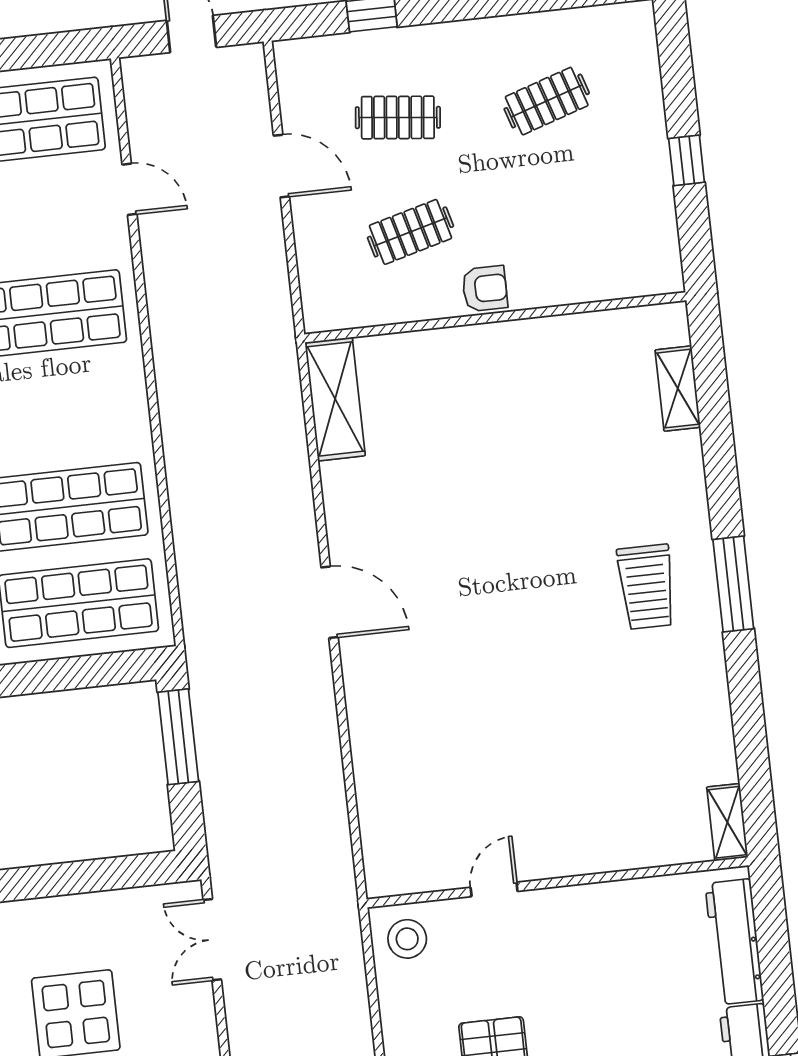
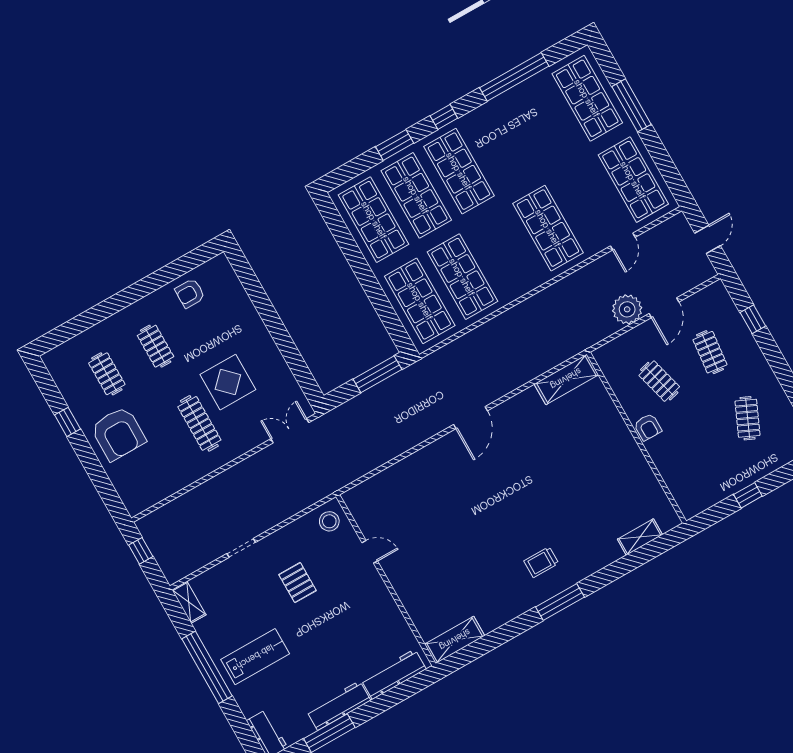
clothes rail: (547, 101) -> (748, 418), turned 42
plant: (256, 234) -> (627, 309), added
trolley: (647, 587) -> (541, 562), width x0.73, depth x0.72
shelving: (727, 822) -> (455, 640), width x1.50, depth x1.33

